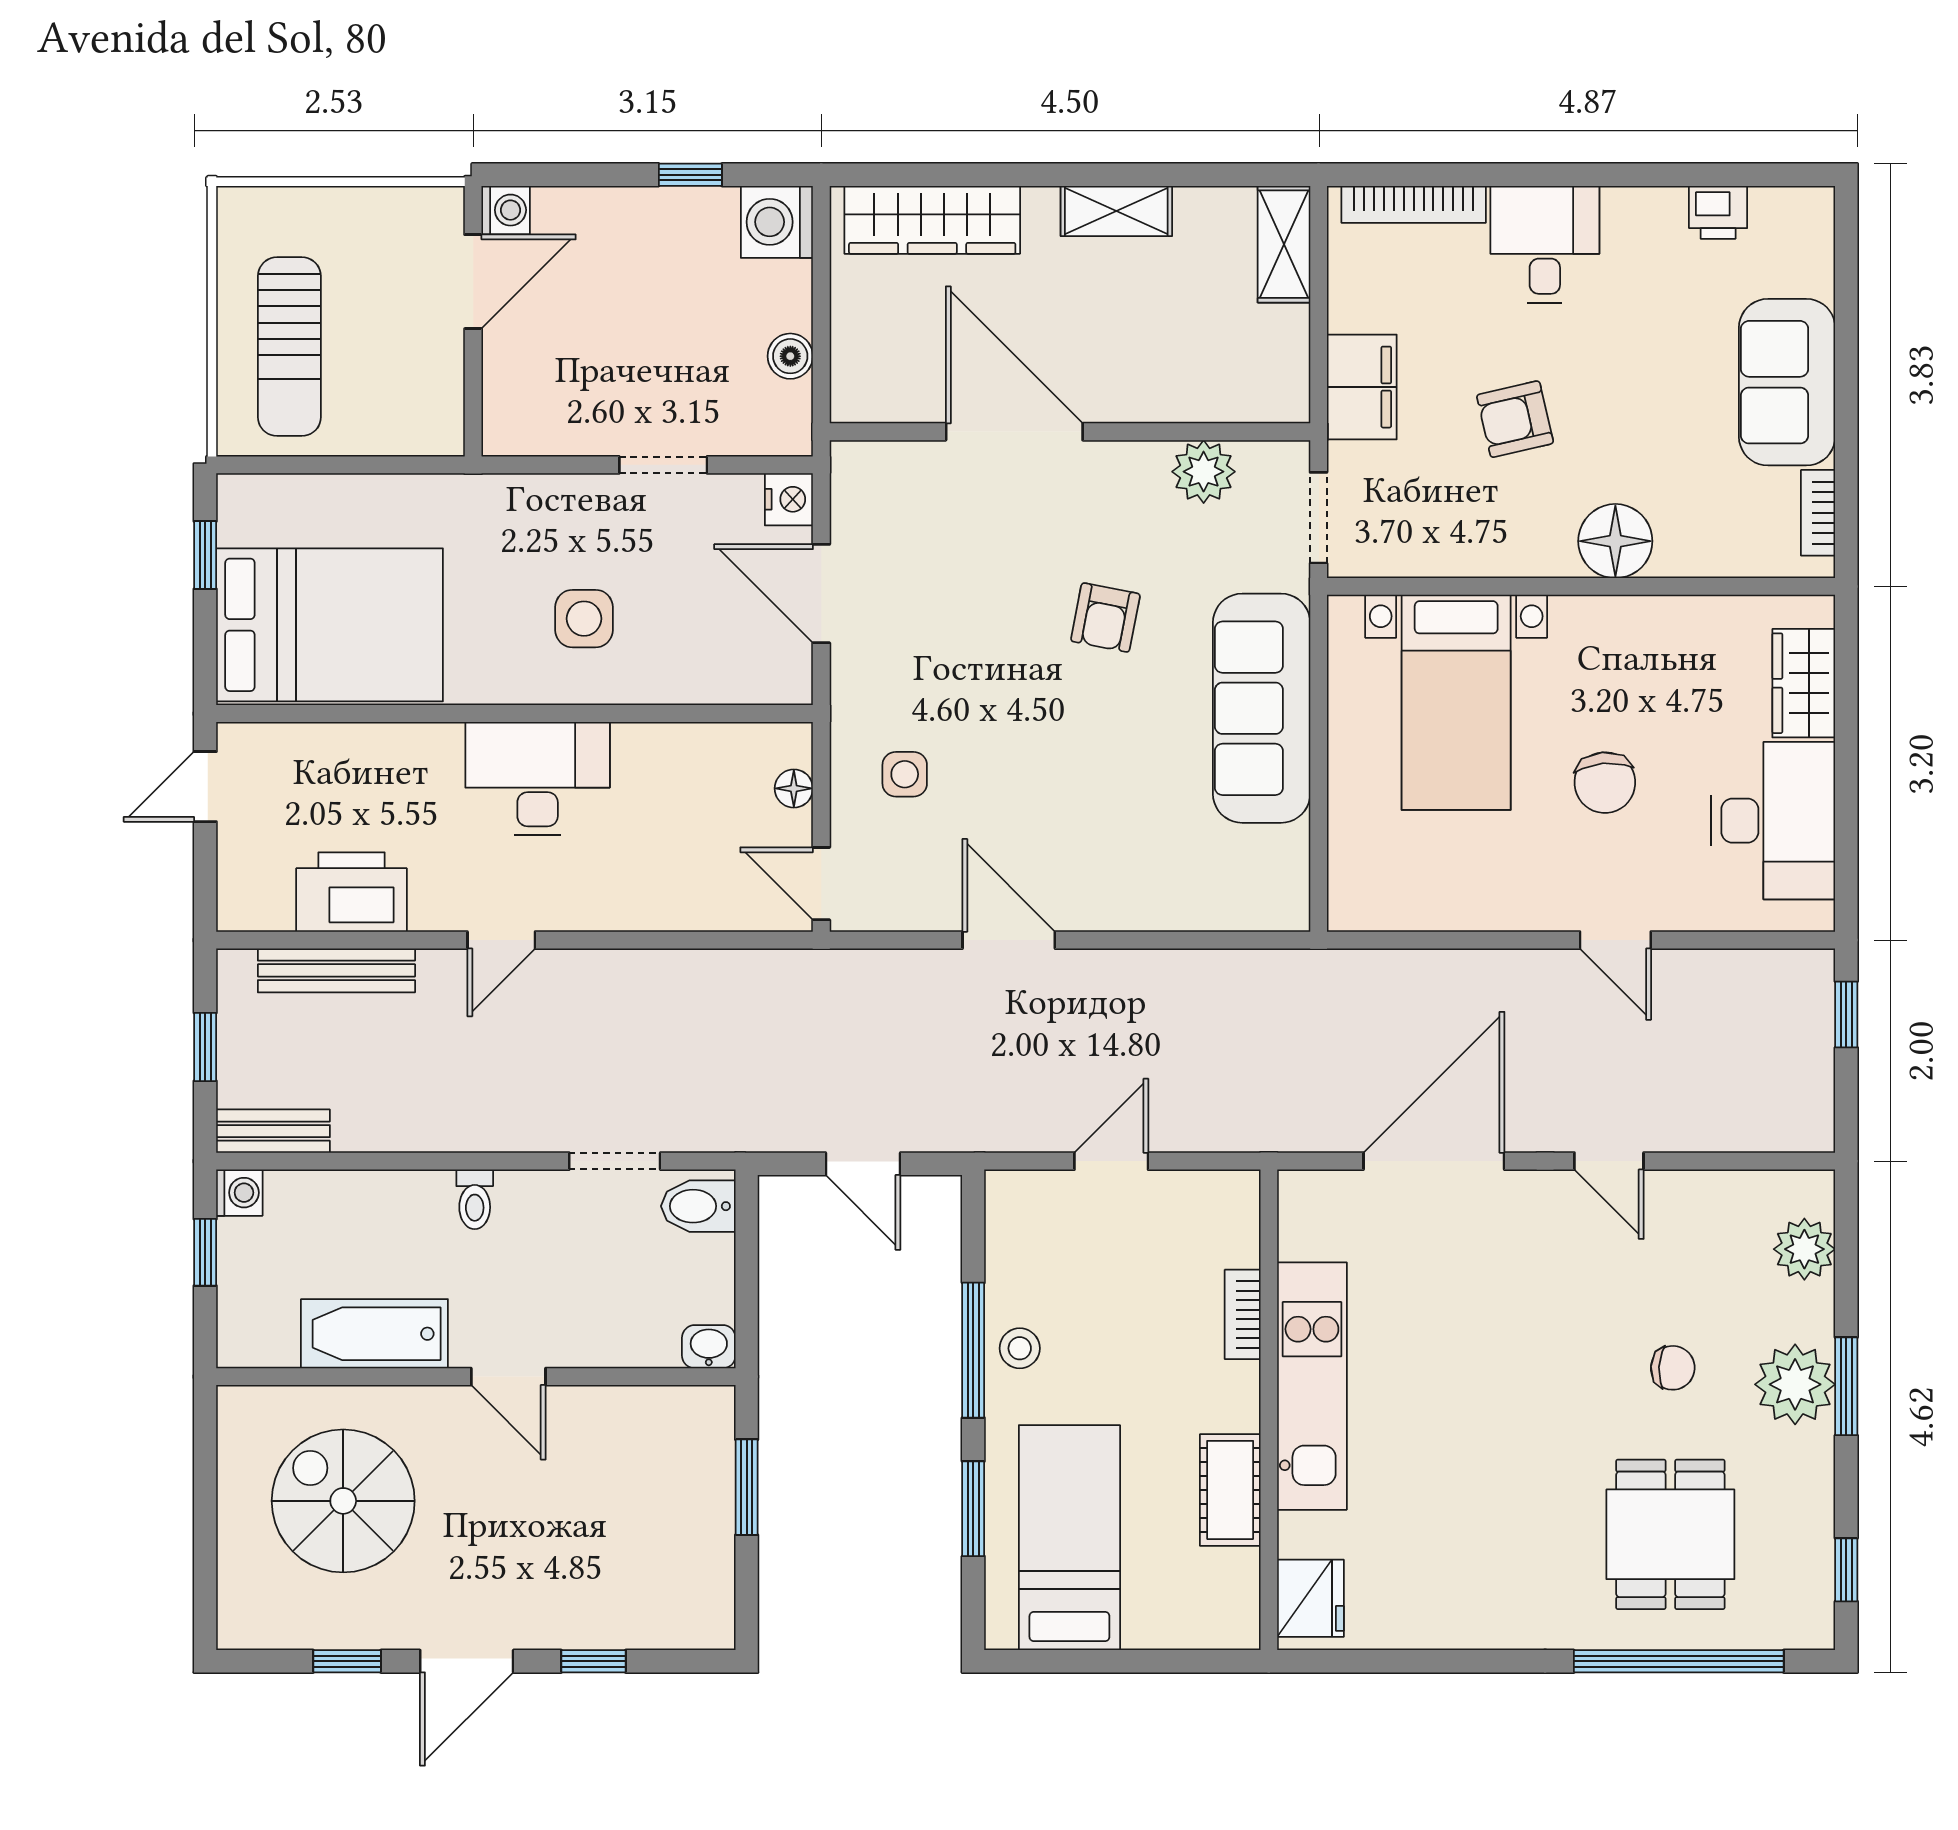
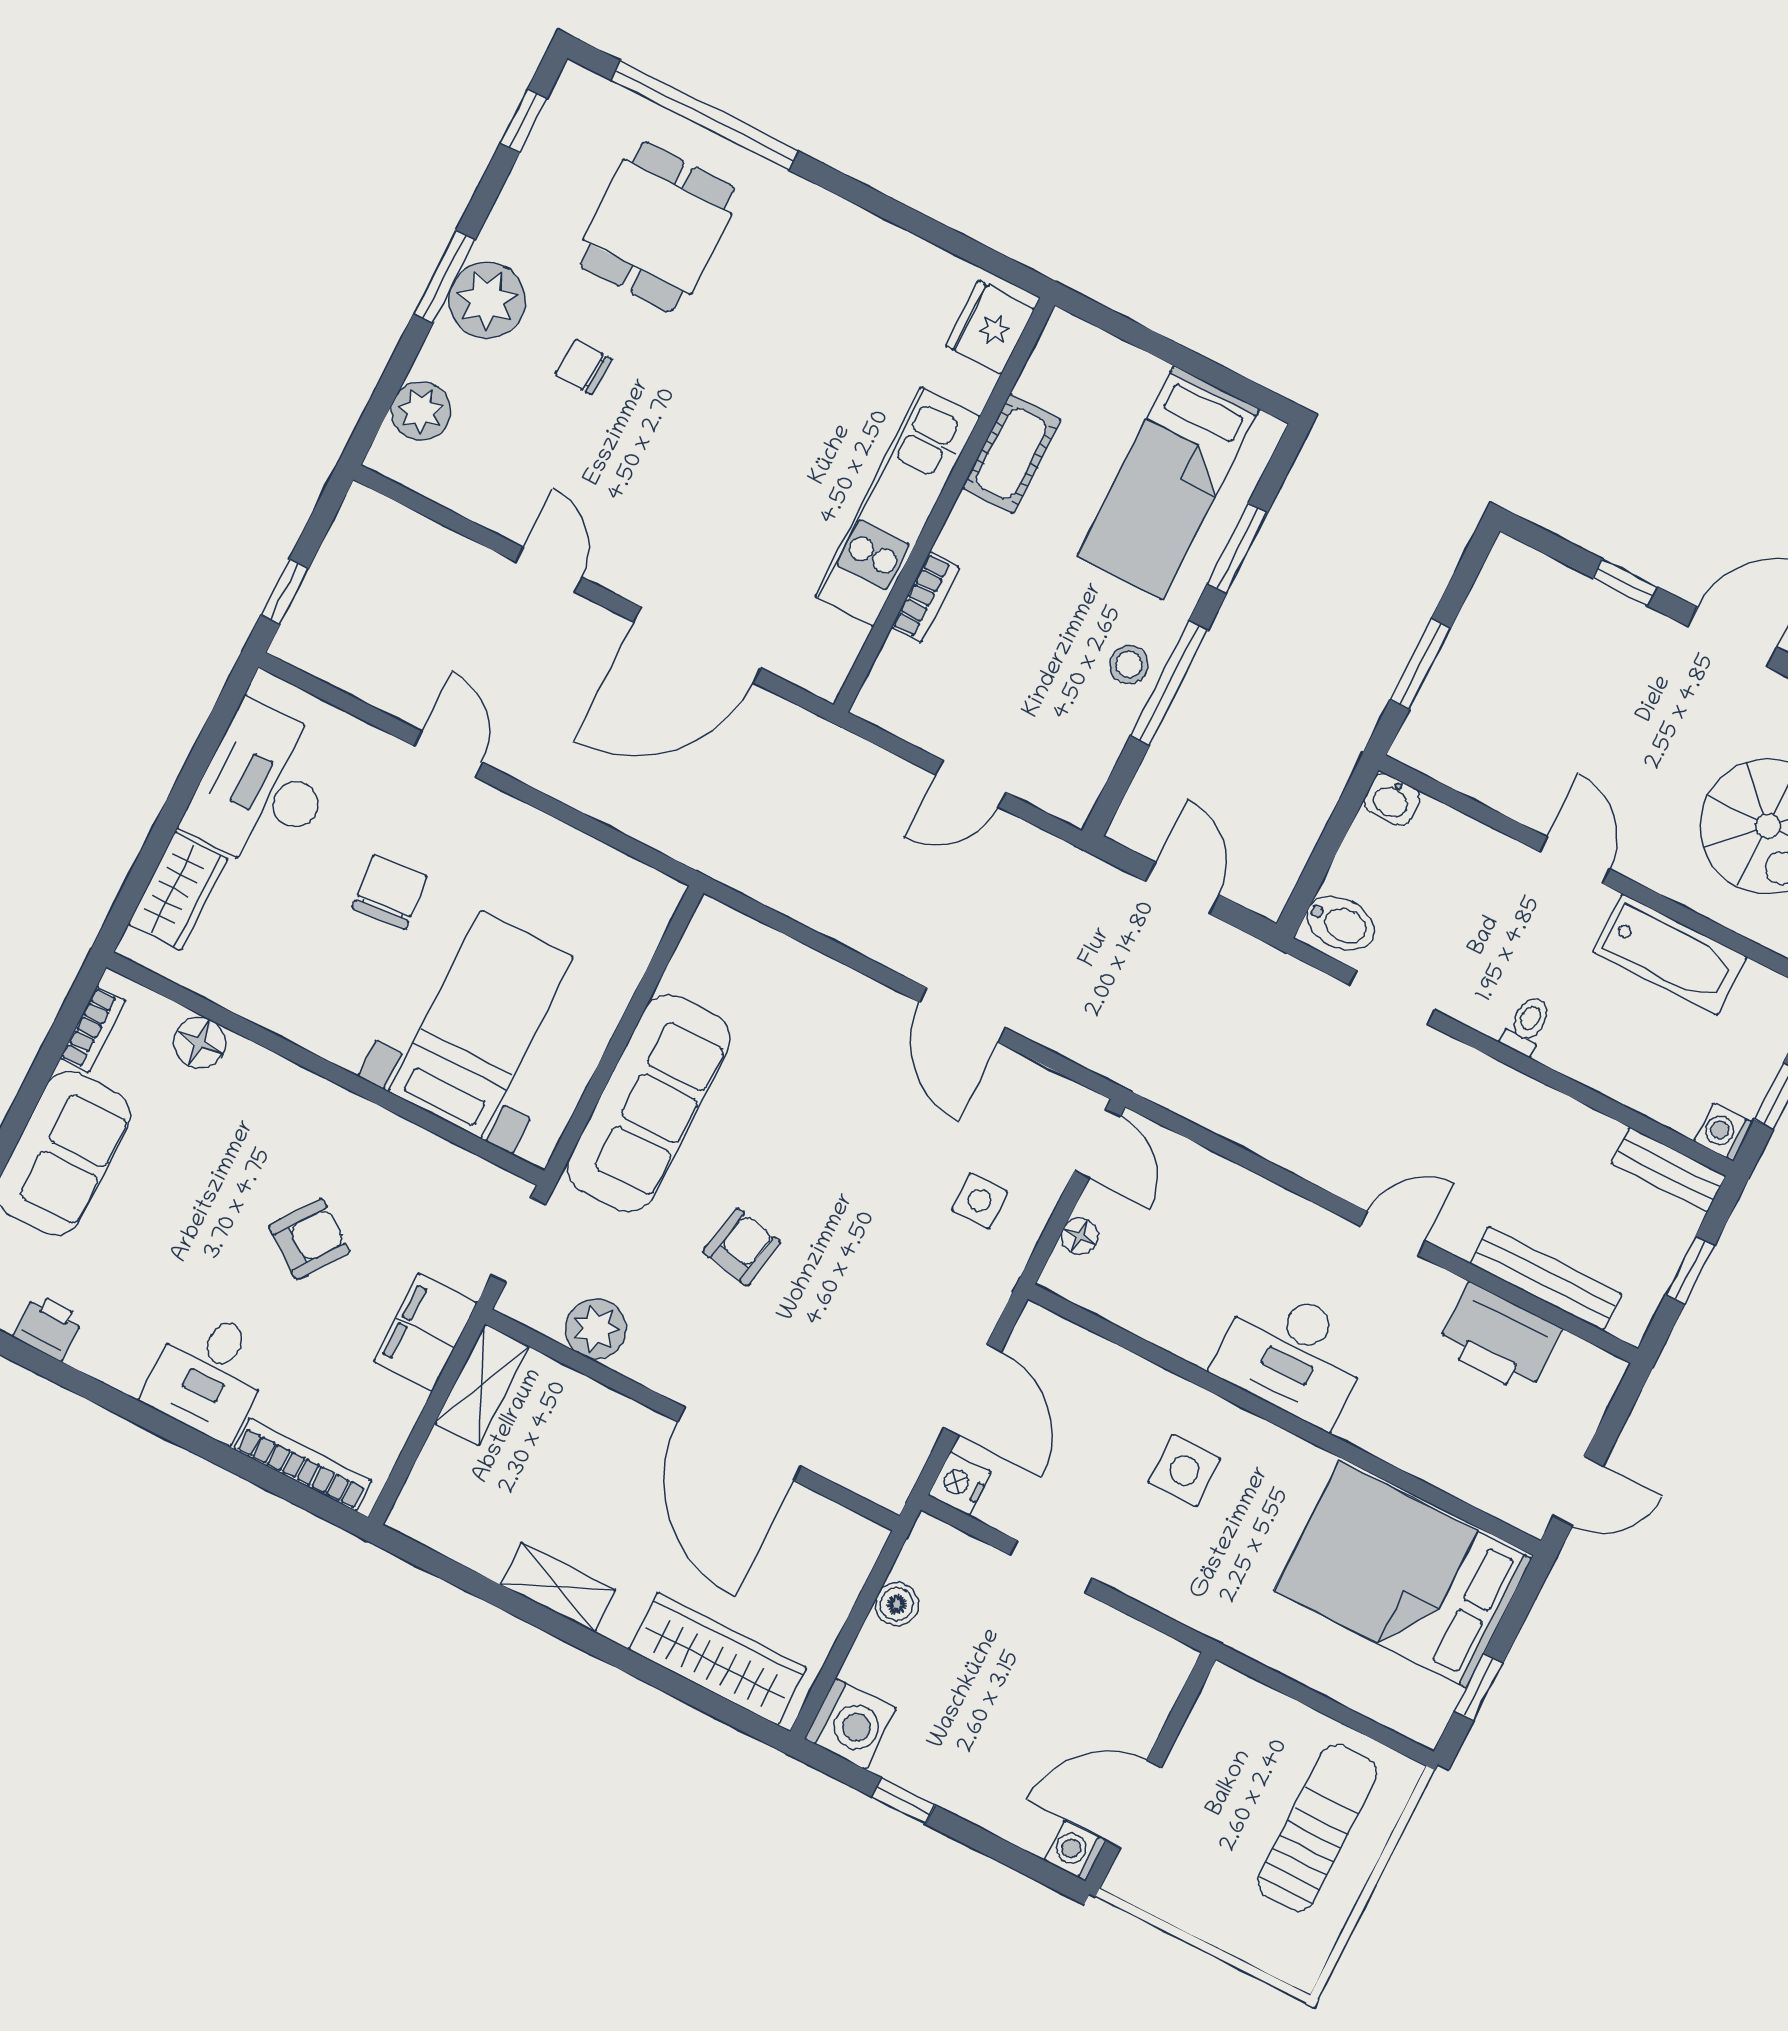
shelving: (1284, 244) -> (482, 1385), moved
armchair: (1515, 419) -> (309, 1239), turned -41
floor lamp: (1615, 541) -> (200, 1043), moved, width x0.73, depth x0.73

